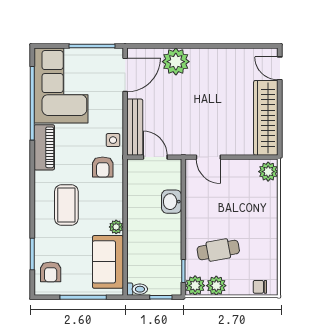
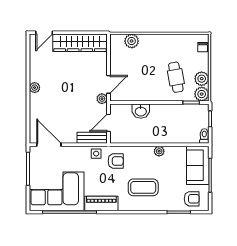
plant: (176, 62) -> (35, 88), moved, width x0.53, depth x0.53
bench: (135, 127) -> (92, 138), width x0.73
plant: (189, 148) -> (102, 99), added
plant: (268, 172) -> (132, 41), moved
sofa: (108, 262) -> (198, 165), moved, turned 90

